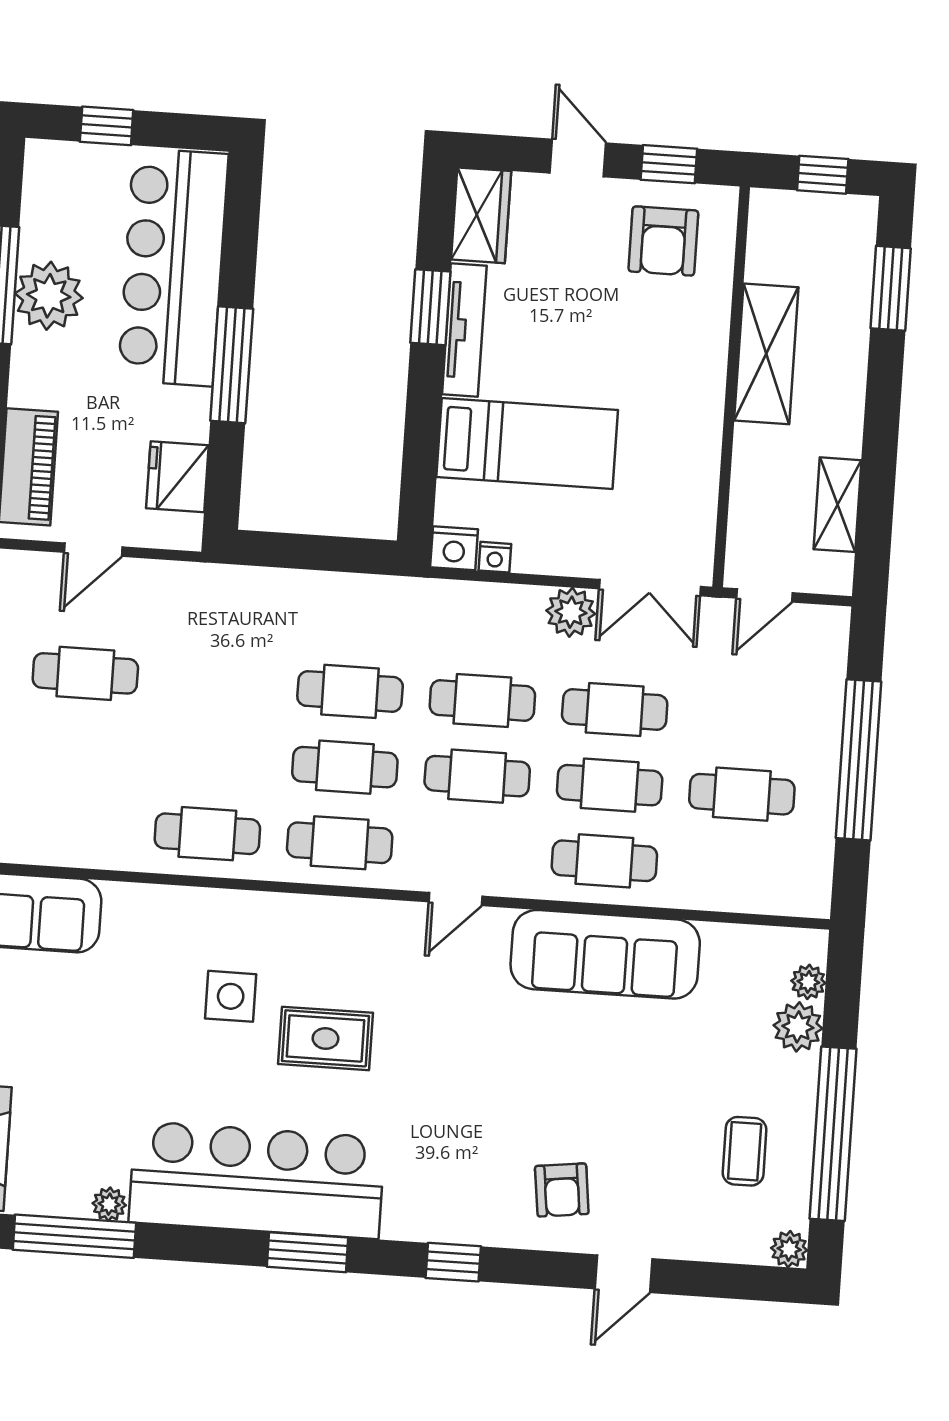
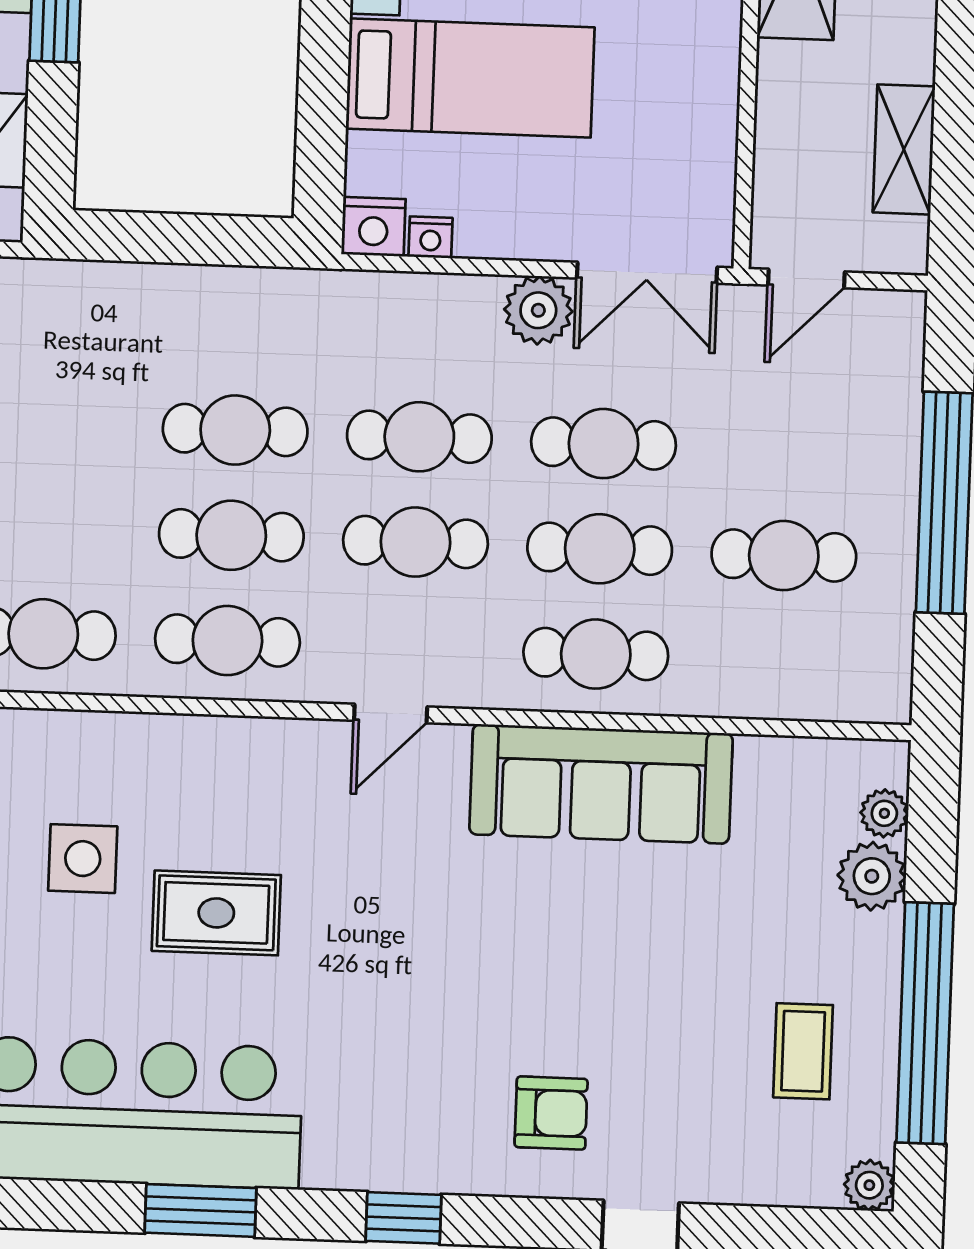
armchair: (562, 1190) -> (551, 1113), turned -83

